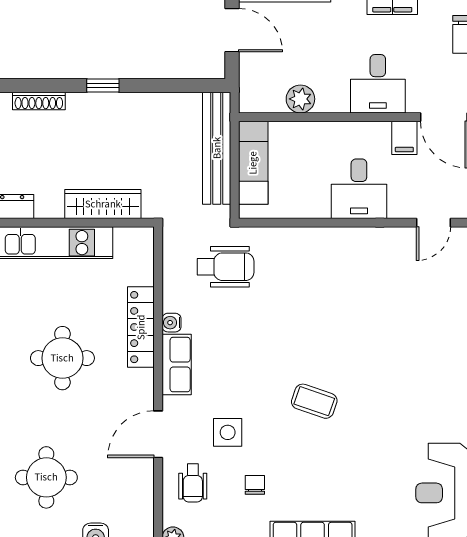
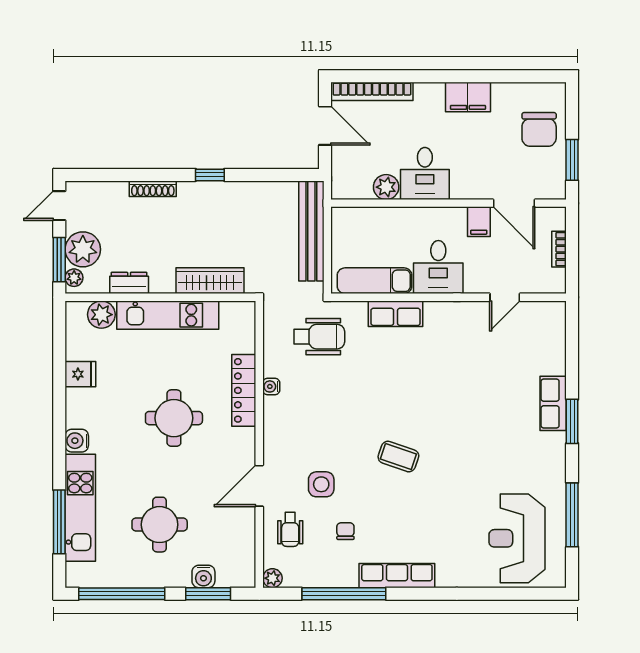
desk: (378, 84) -> (425, 173), moved
exam couch: (253, 163) -> (375, 281), moved, turned -90
row of seats: (177, 365) -> (396, 314), moved, turned 90

